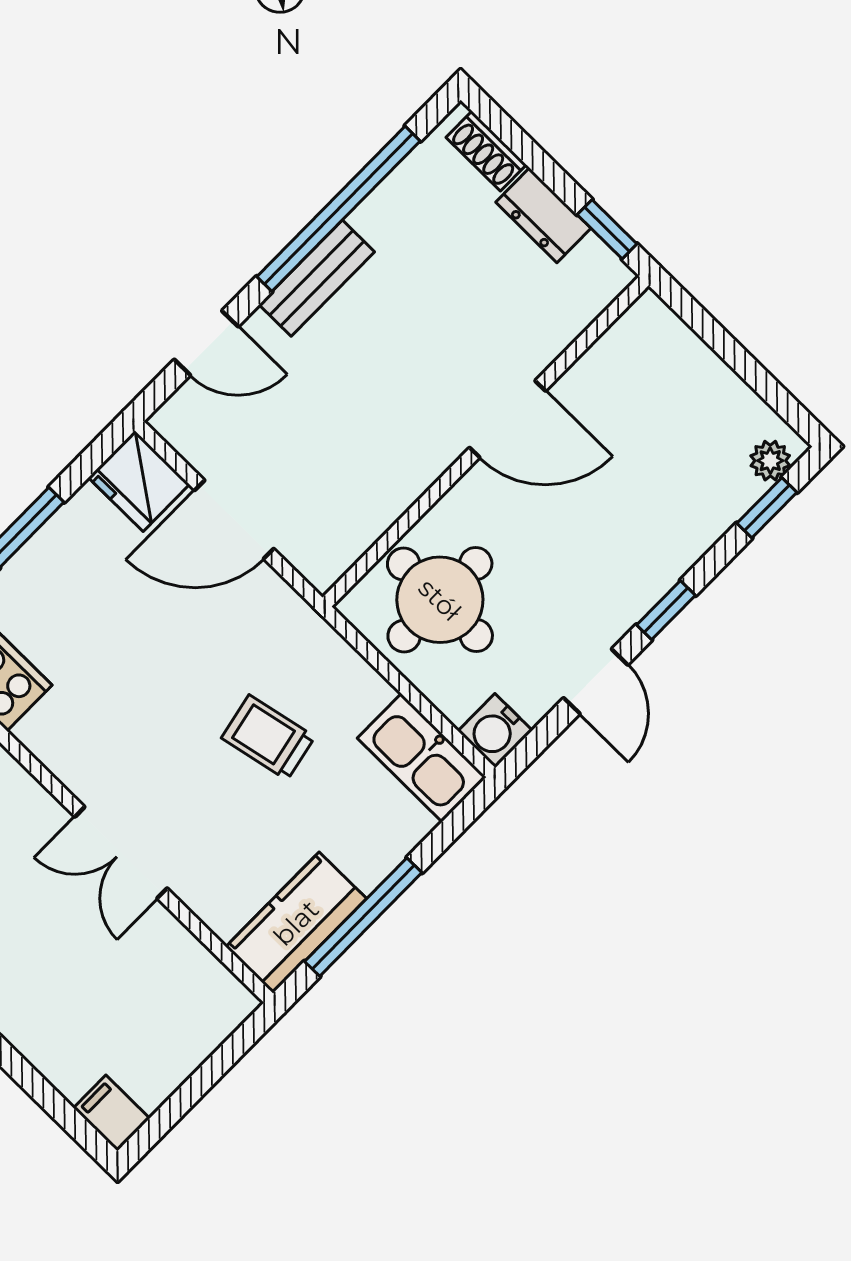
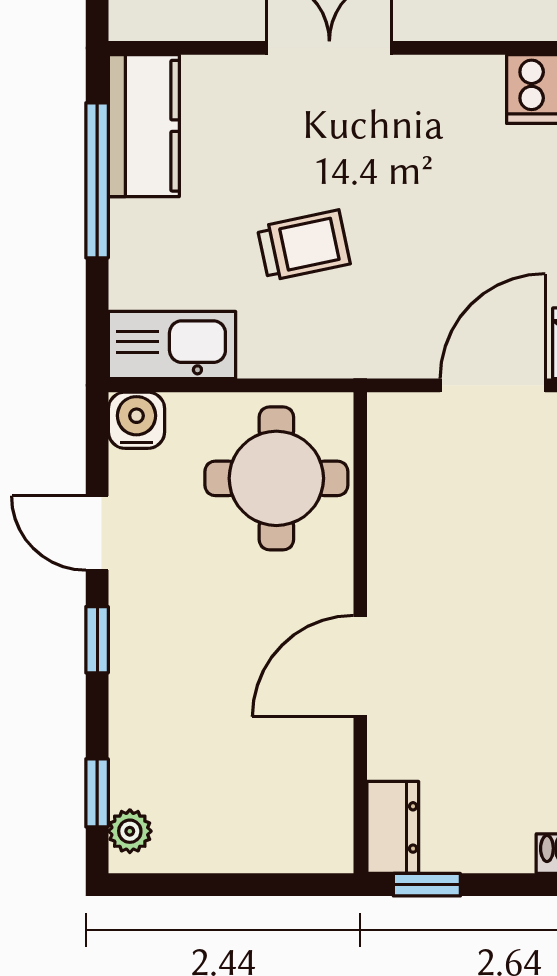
dresser: (543, 215) -> (393, 827), moved, turned 90

